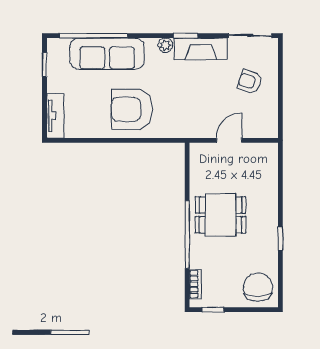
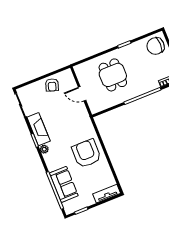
sofa: (107, 54) -> (64, 184), width x0.73
armchair: (250, 82) -> (52, 85), moved
armchair: (132, 109) -> (86, 153), turned 180
dining table: (221, 215) -> (113, 75), moved

